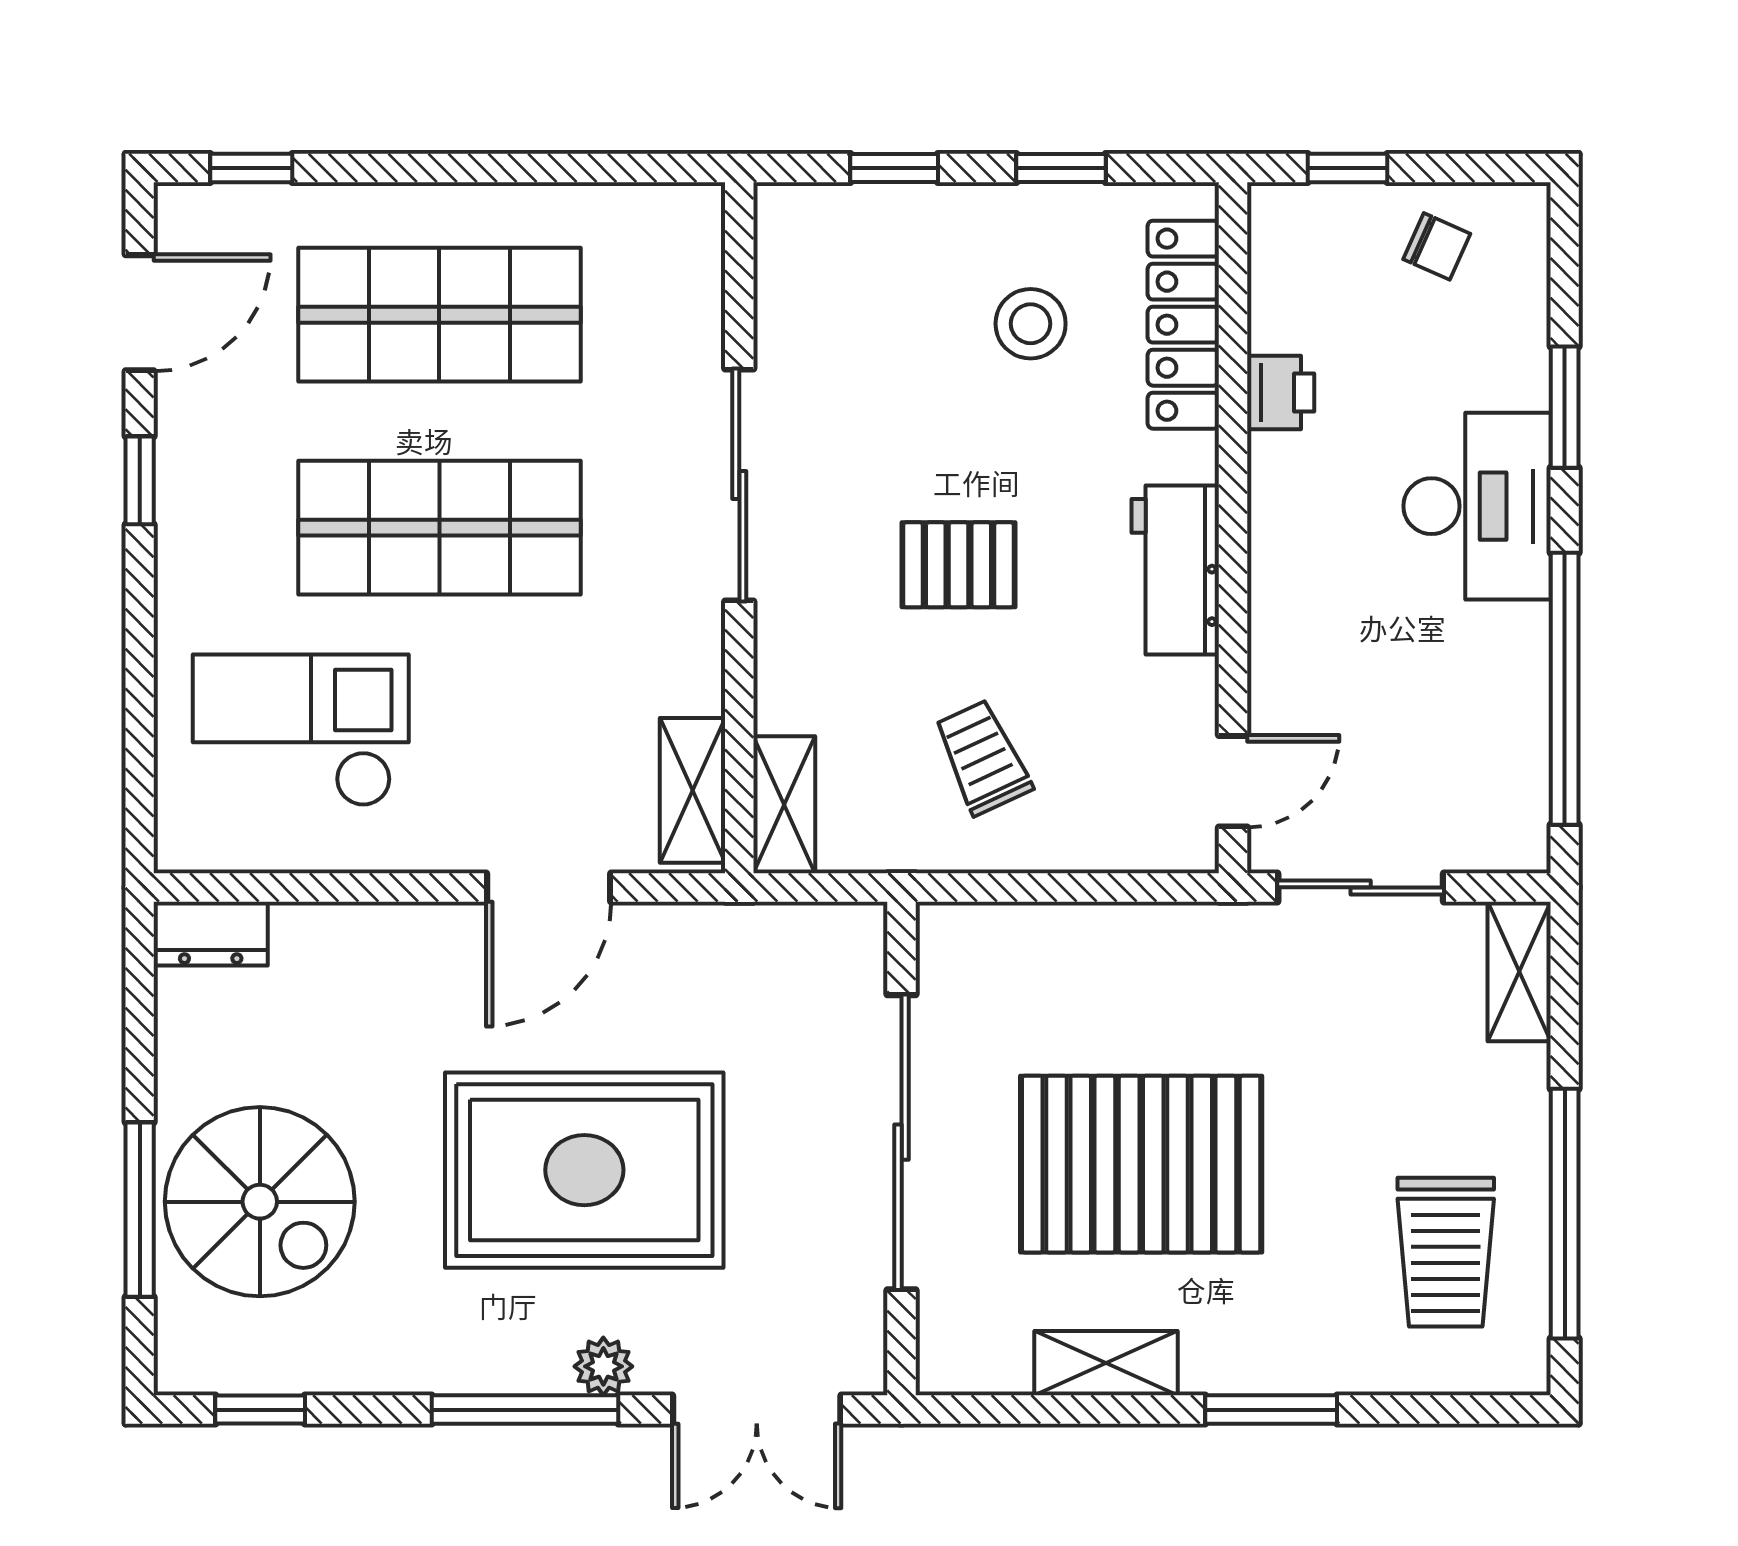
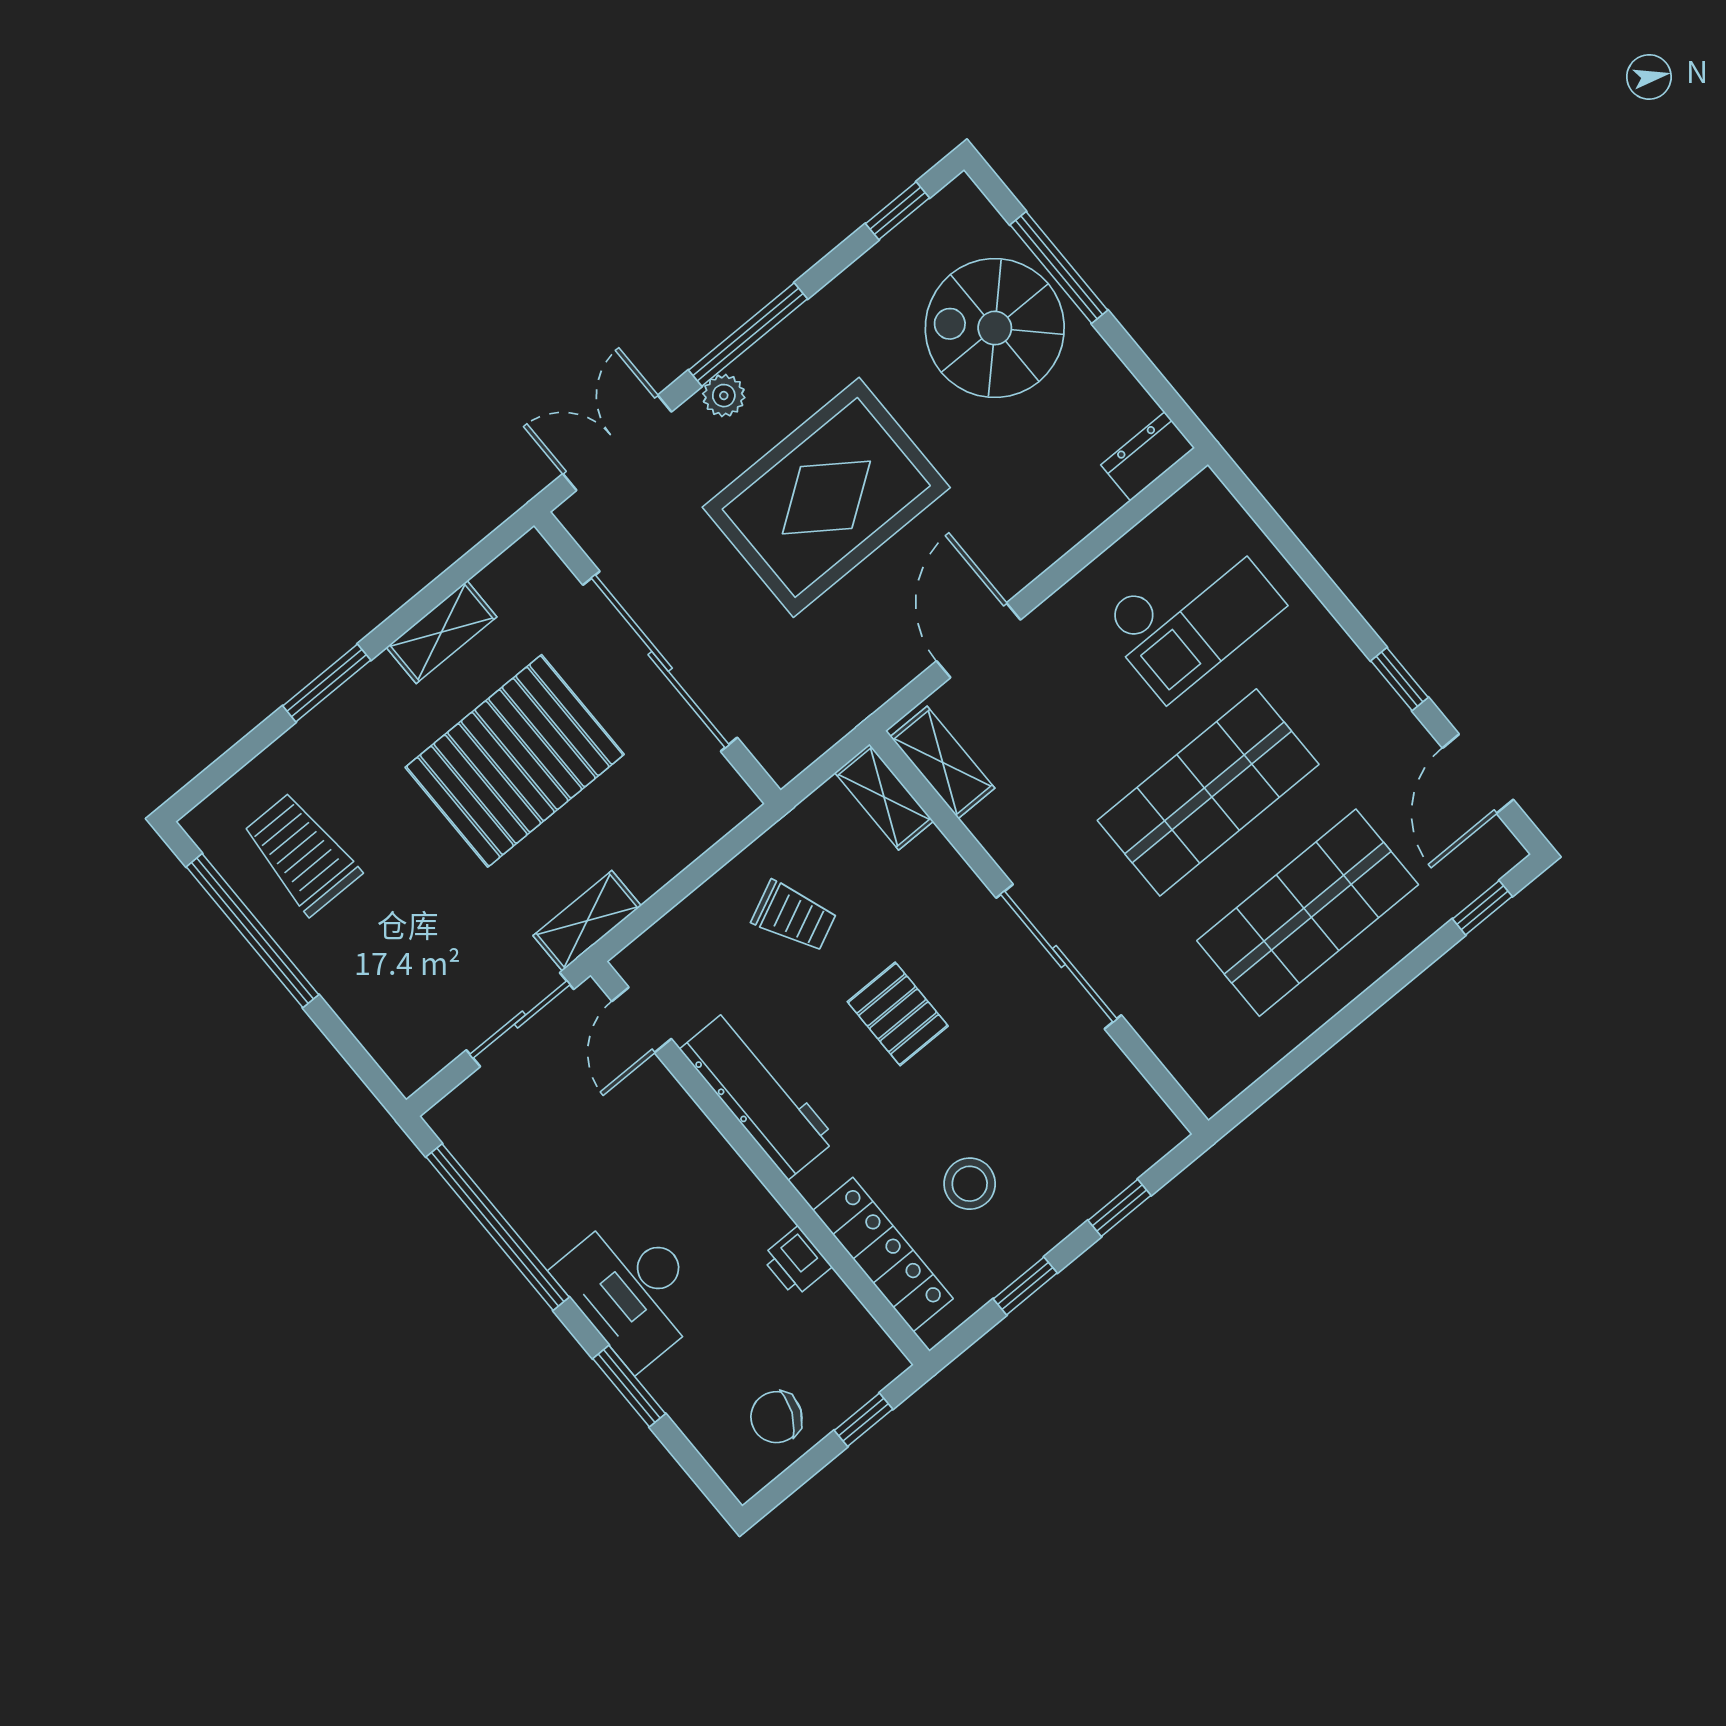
chair: (1437, 246) -> (776, 1417), width x1.37, depth x1.37
pallet: (959, 565) -> (898, 1014), turned 90
workbench: (1175, 570) -> (758, 1094), width x1.37
shelving: (1519, 971) -> (587, 921), moved, turned 90

